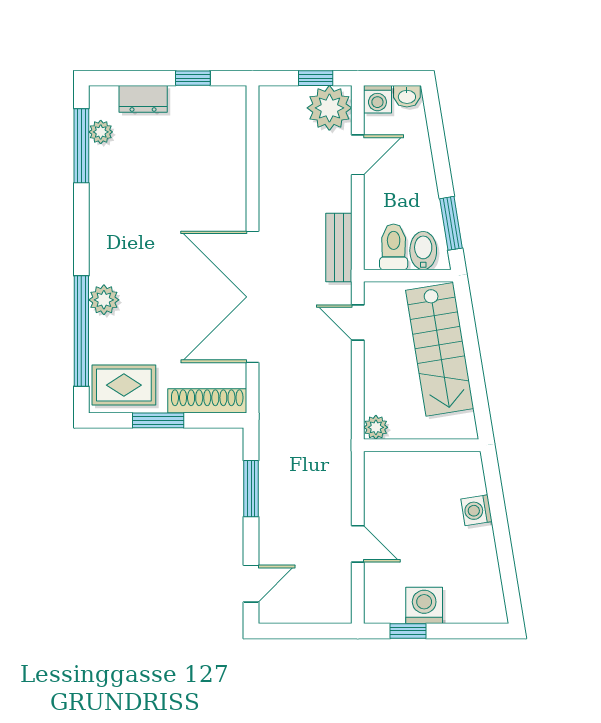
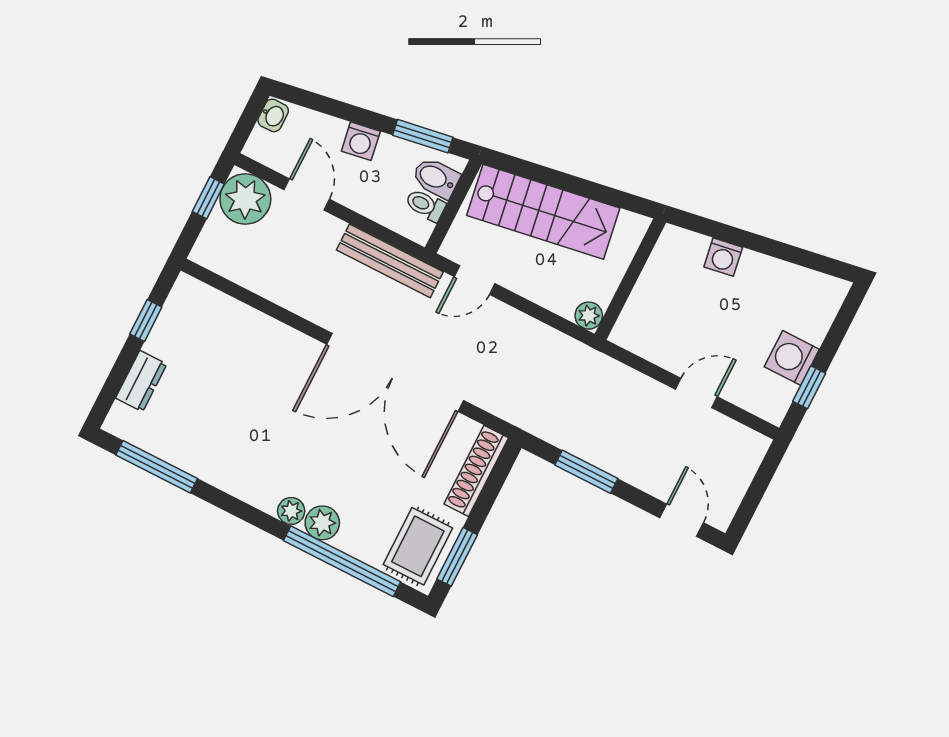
washing machine: (377, 99) -> (361, 141), moved, turned 81
plant: (101, 132) -> (291, 511), moved
toilet: (394, 247) -> (425, 205), width x0.73, depth x0.72
bench: (339, 248) -> (390, 261), width x1.36
window: (158, 420) -> (457, 557), moved

